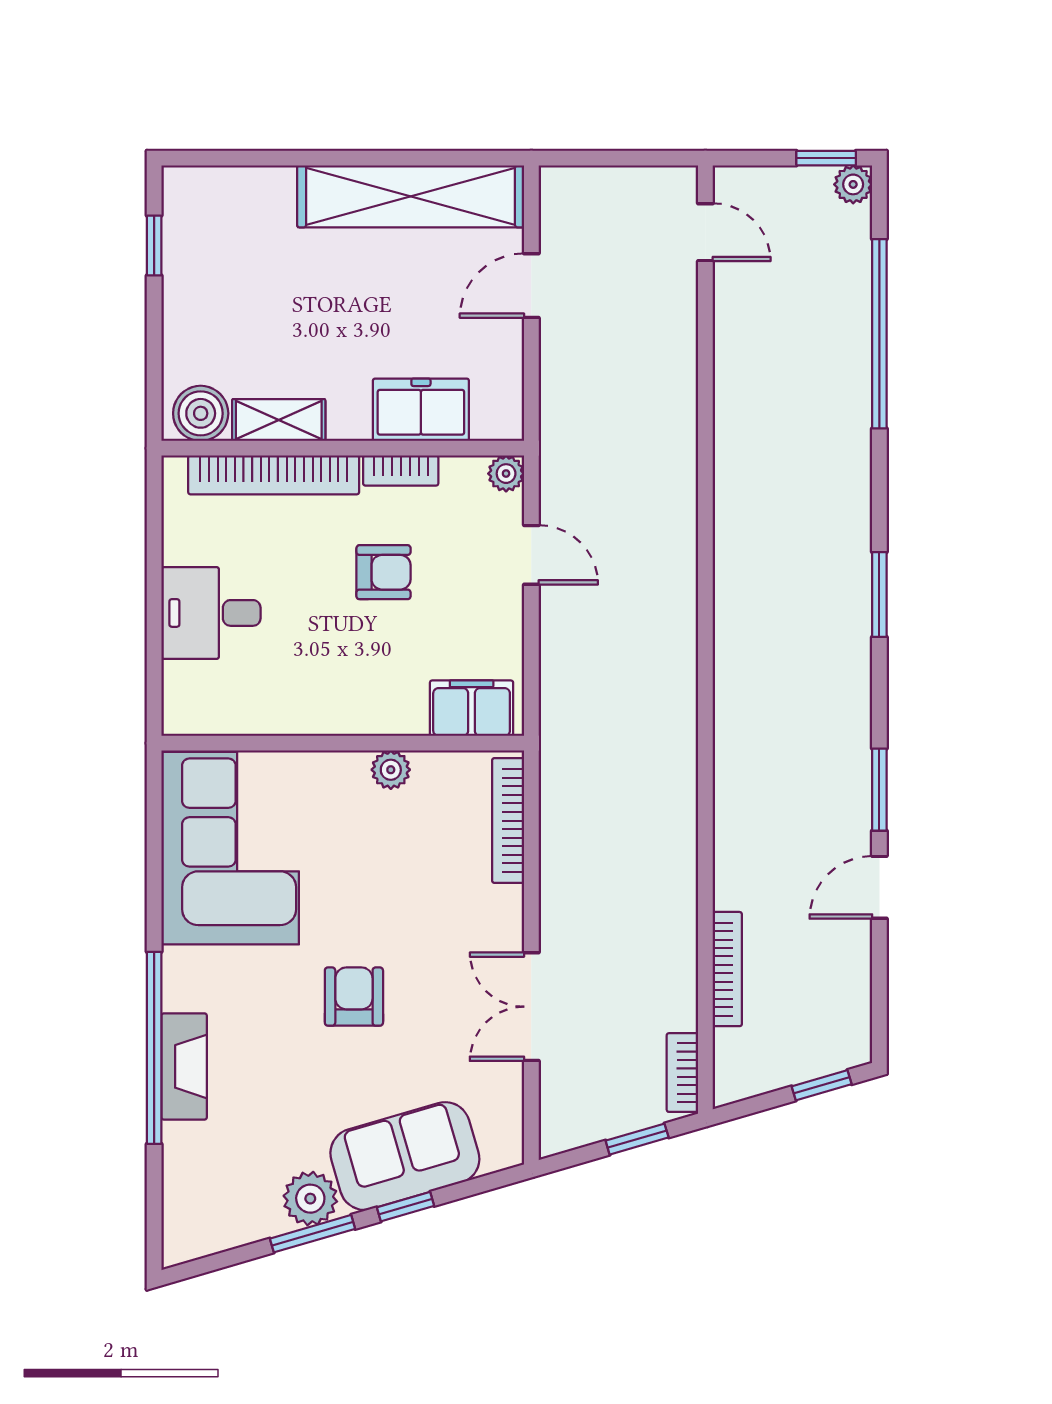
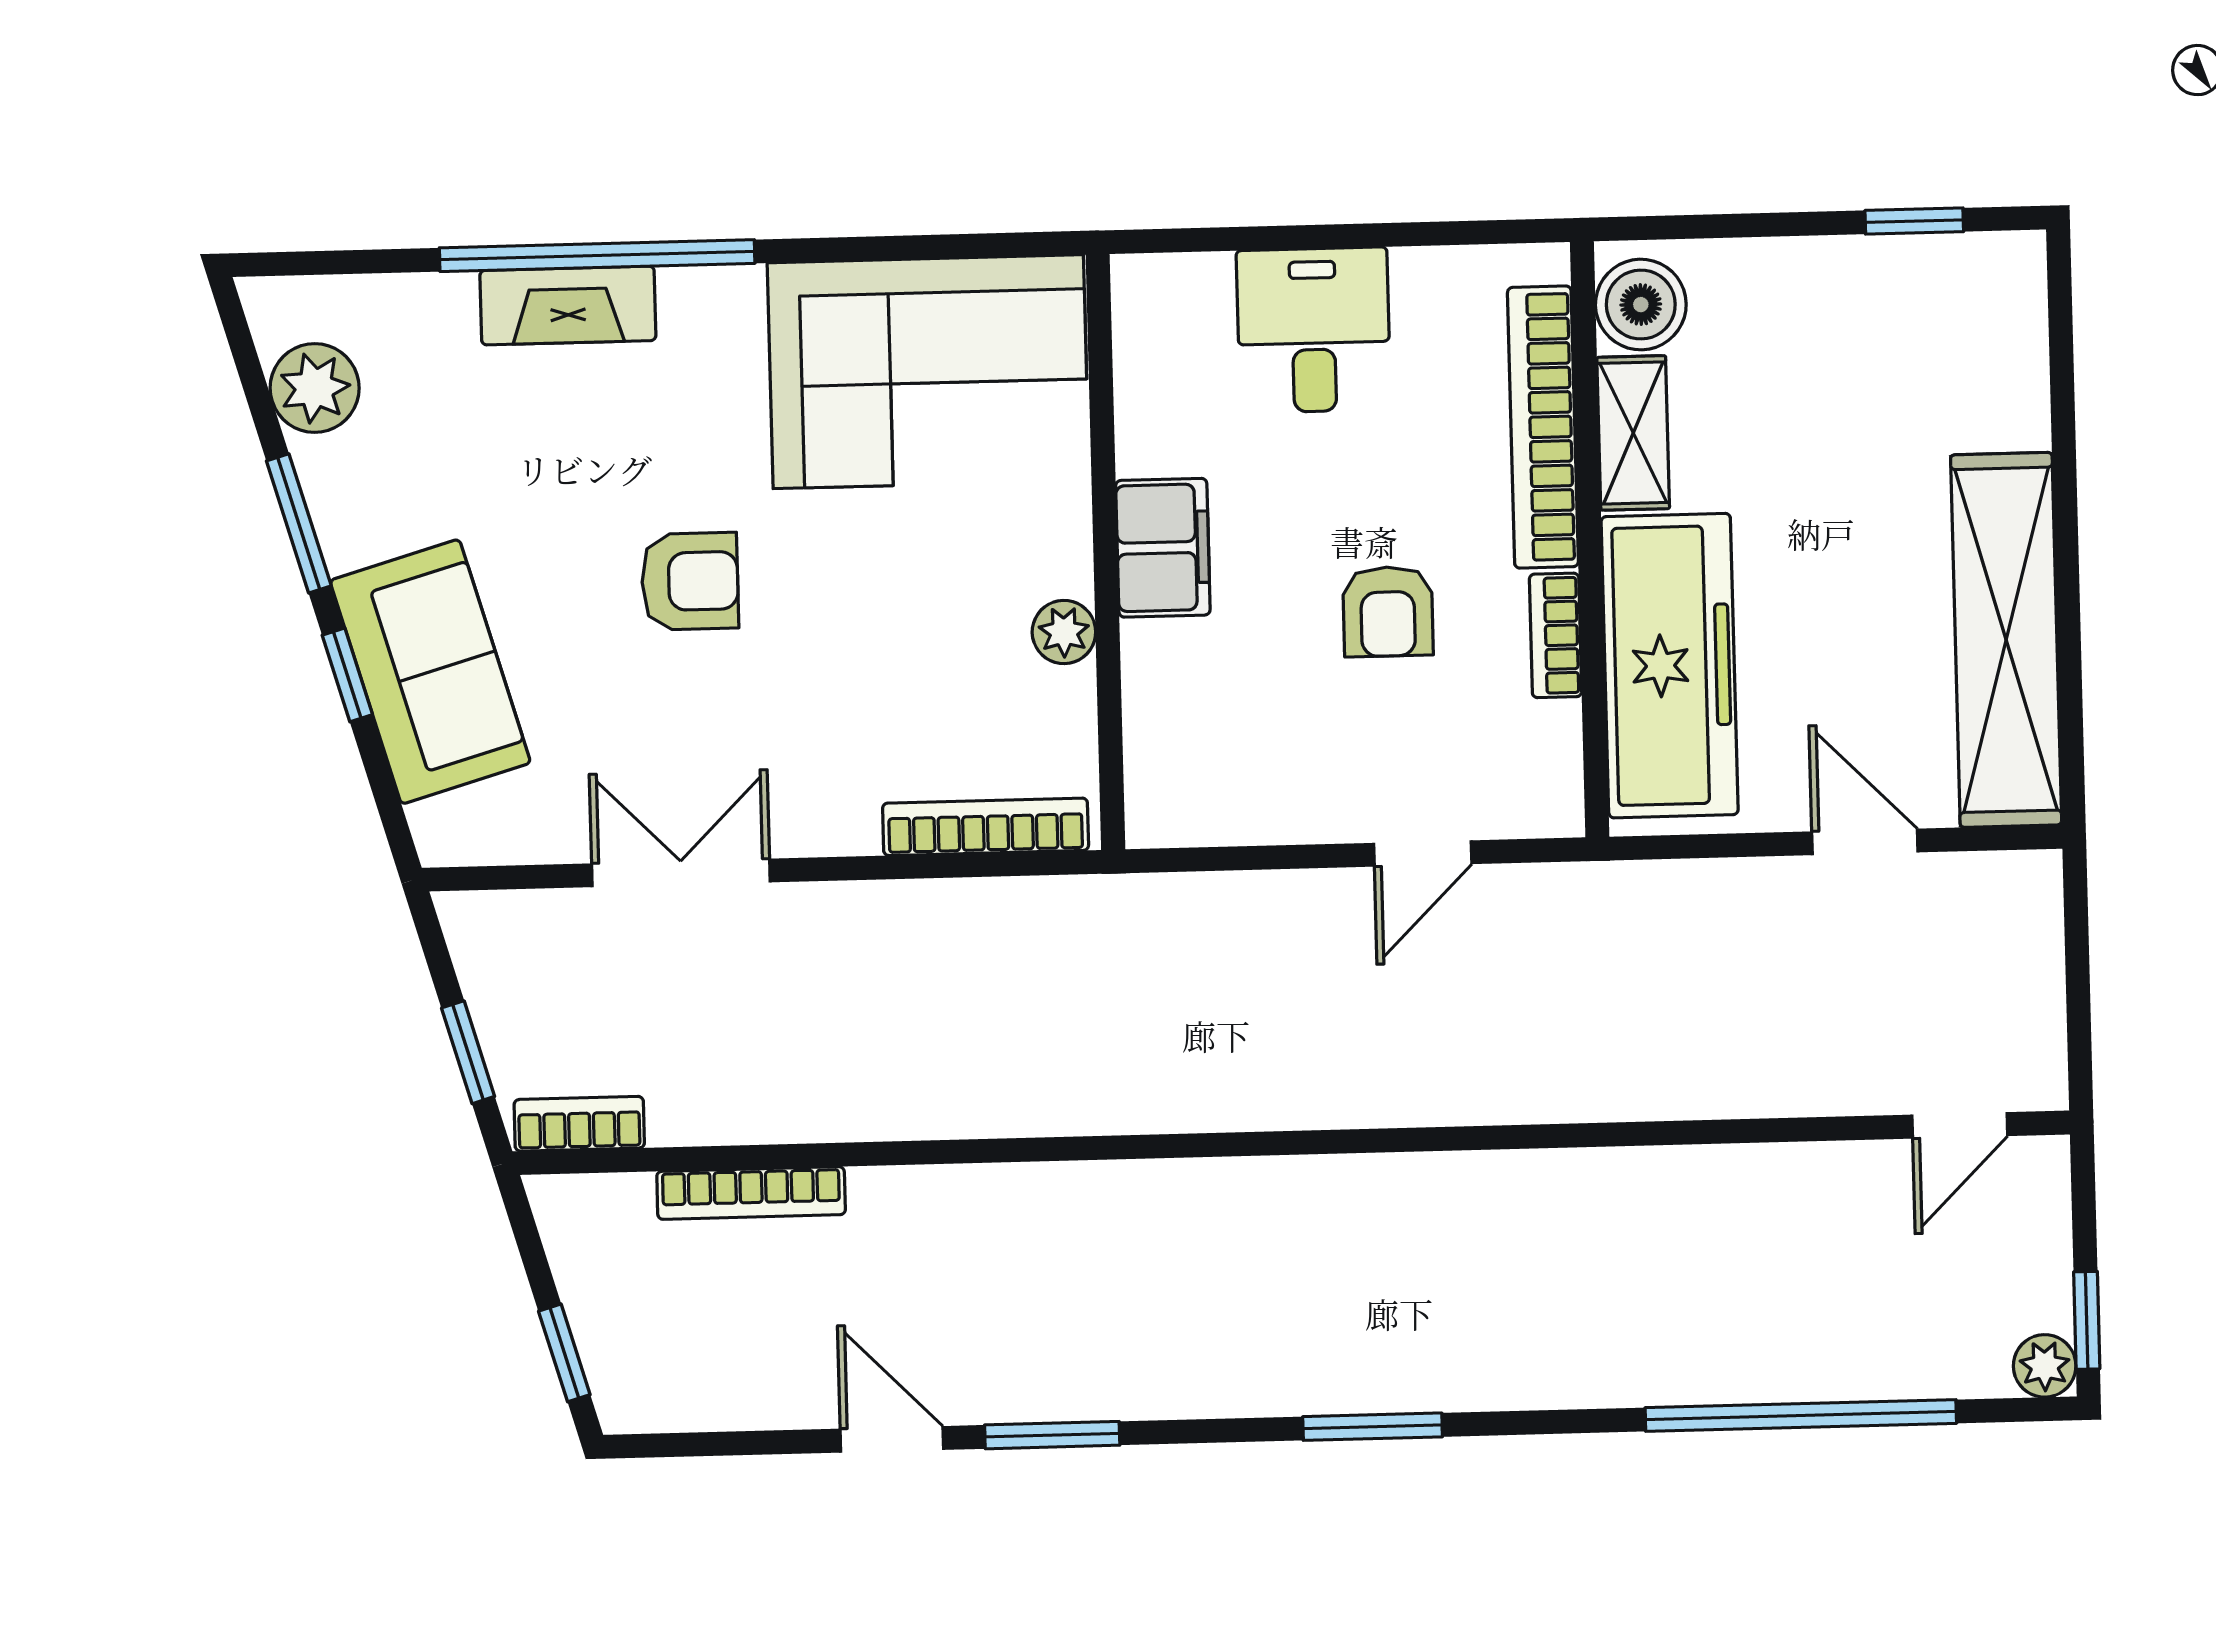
freezer: (421, 410) -> (1670, 666), width x1.91, depth x1.26
plant: (506, 474) -> (1555, 808), removed
filing cabinet: (472, 708) -> (1163, 548), moved
plant: (310, 1199) -> (315, 388), moved

